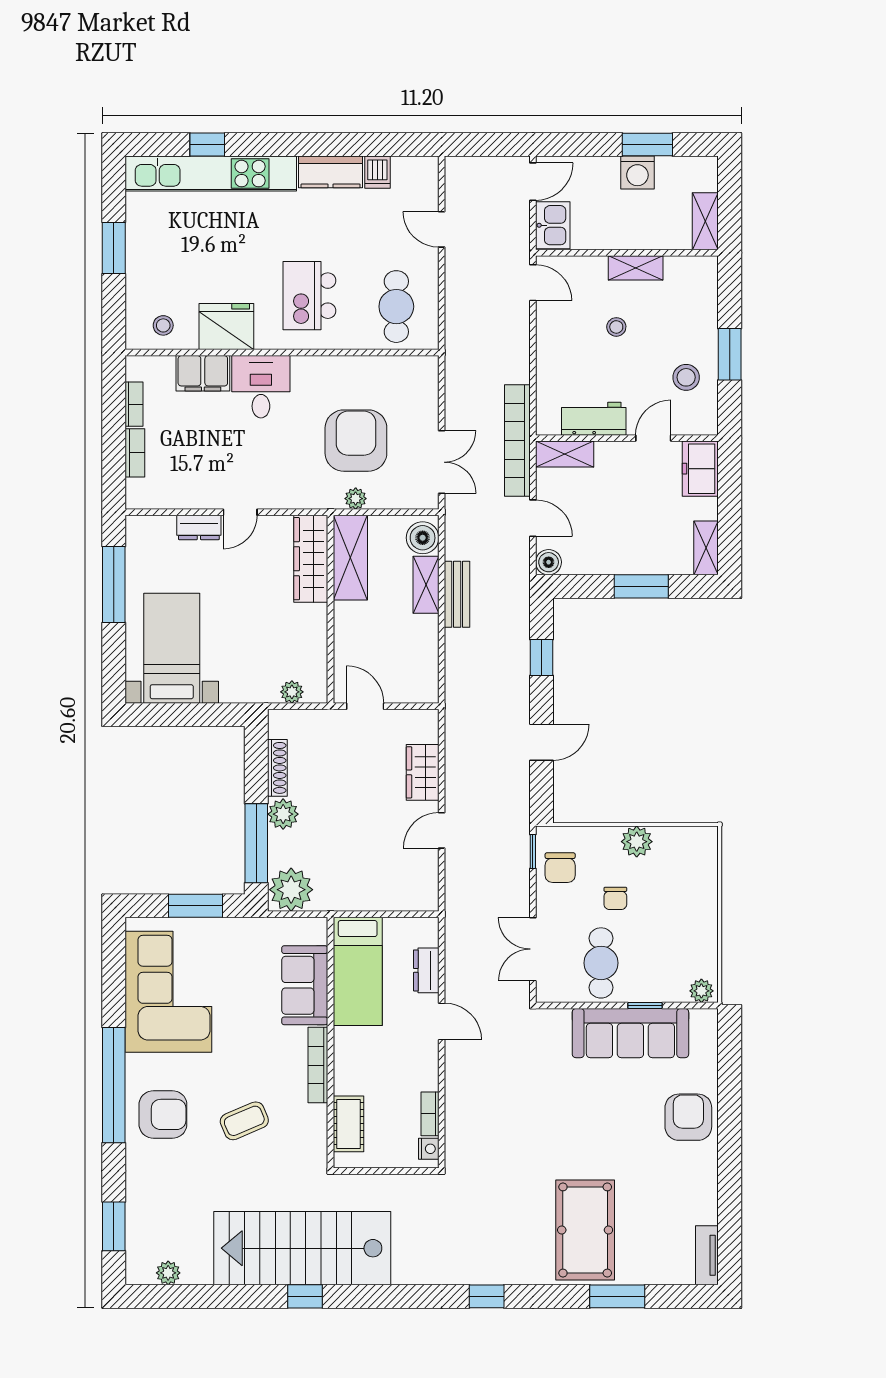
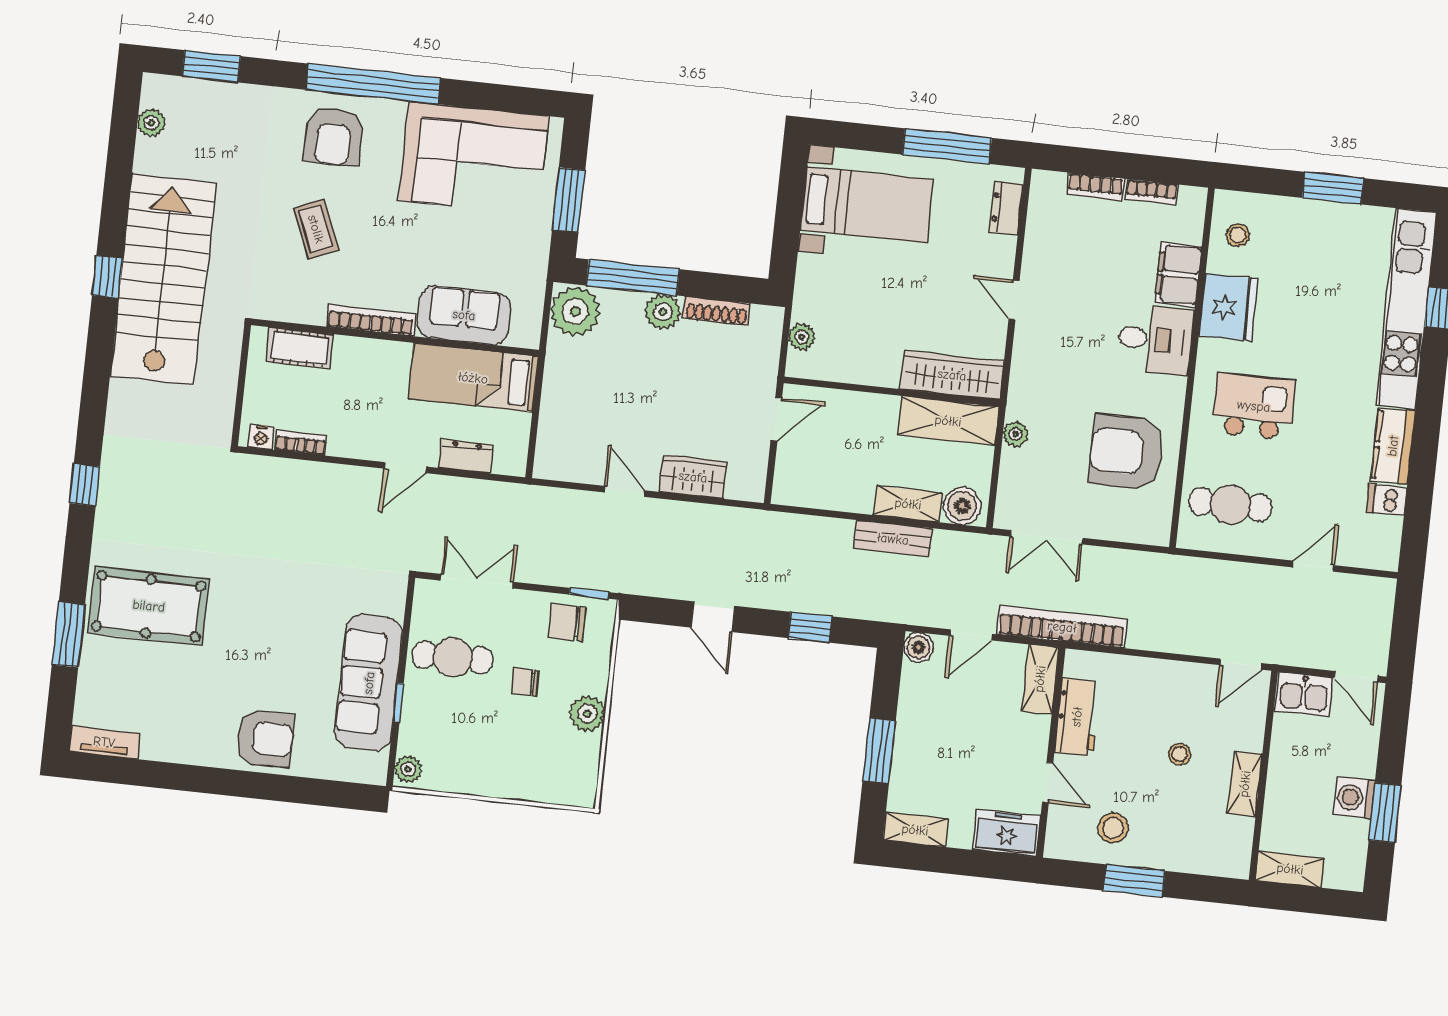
armchair: (356, 441) -> (1127, 452), moved, turned 180
dresser: (199, 527) -> (1006, 208), moved

